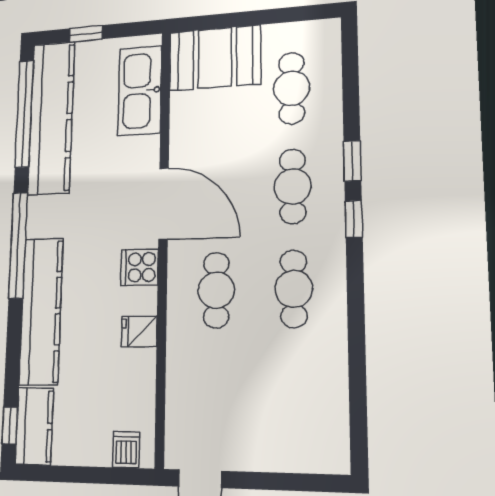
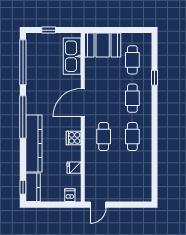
kitchen counter: (51, 118) -> (35, 65), removed
window: (352, 161) -> (155, 78), moved
door: (164, 204) -> (83, 103), swing flipped
window: (354, 219) -> (155, 111), removed
cooker: (140, 267) -> (74, 138), moved
fridge: (139, 331) -> (74, 168), moved

